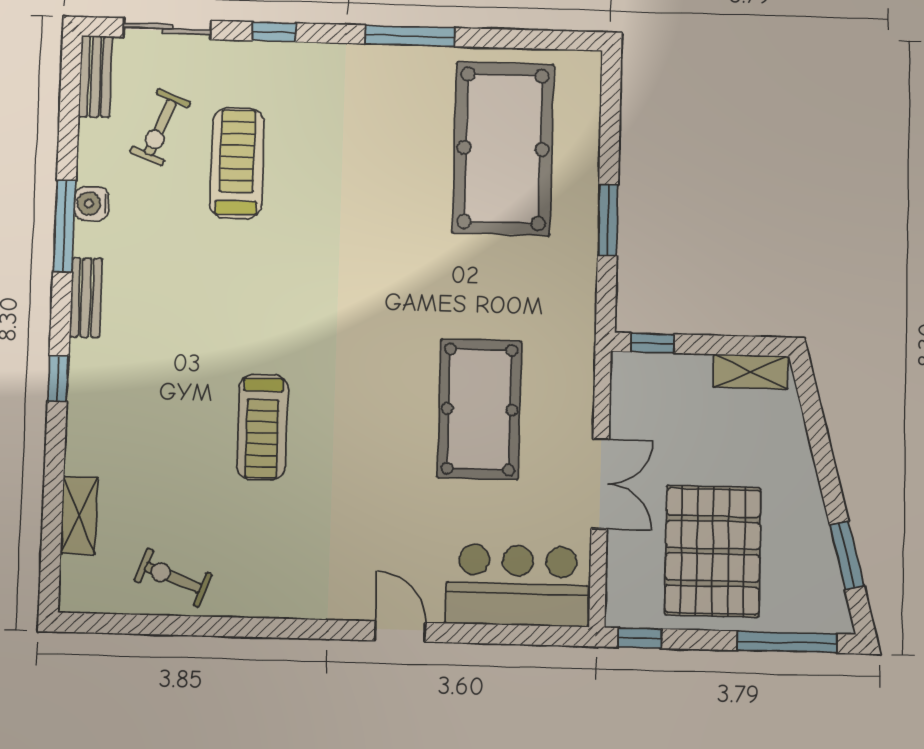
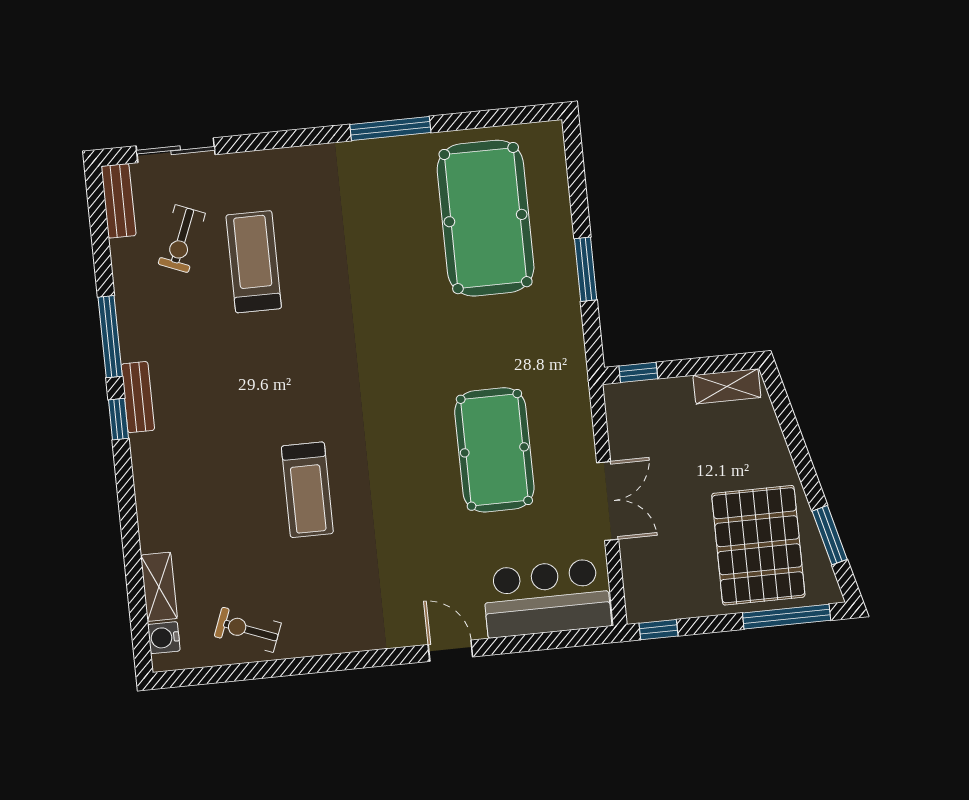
window: (274, 32) -> (270, 141), removed
water cooler: (92, 204) -> (164, 638), moved
window: (58, 379) -> (119, 419), moved
pallet: (713, 551) -> (758, 545), moved

